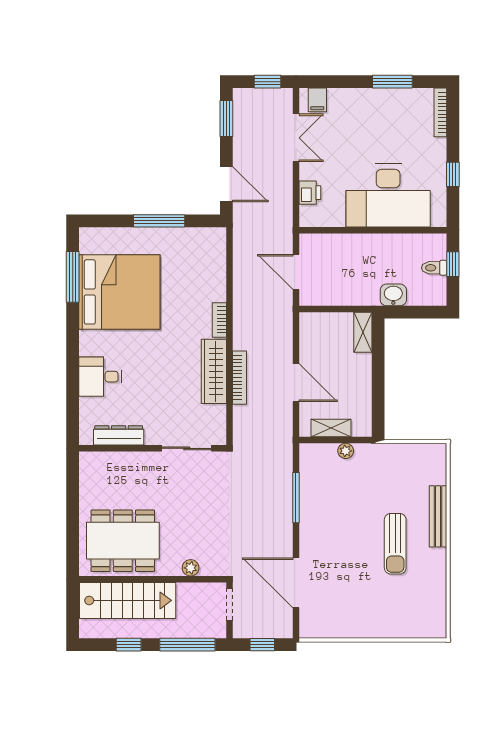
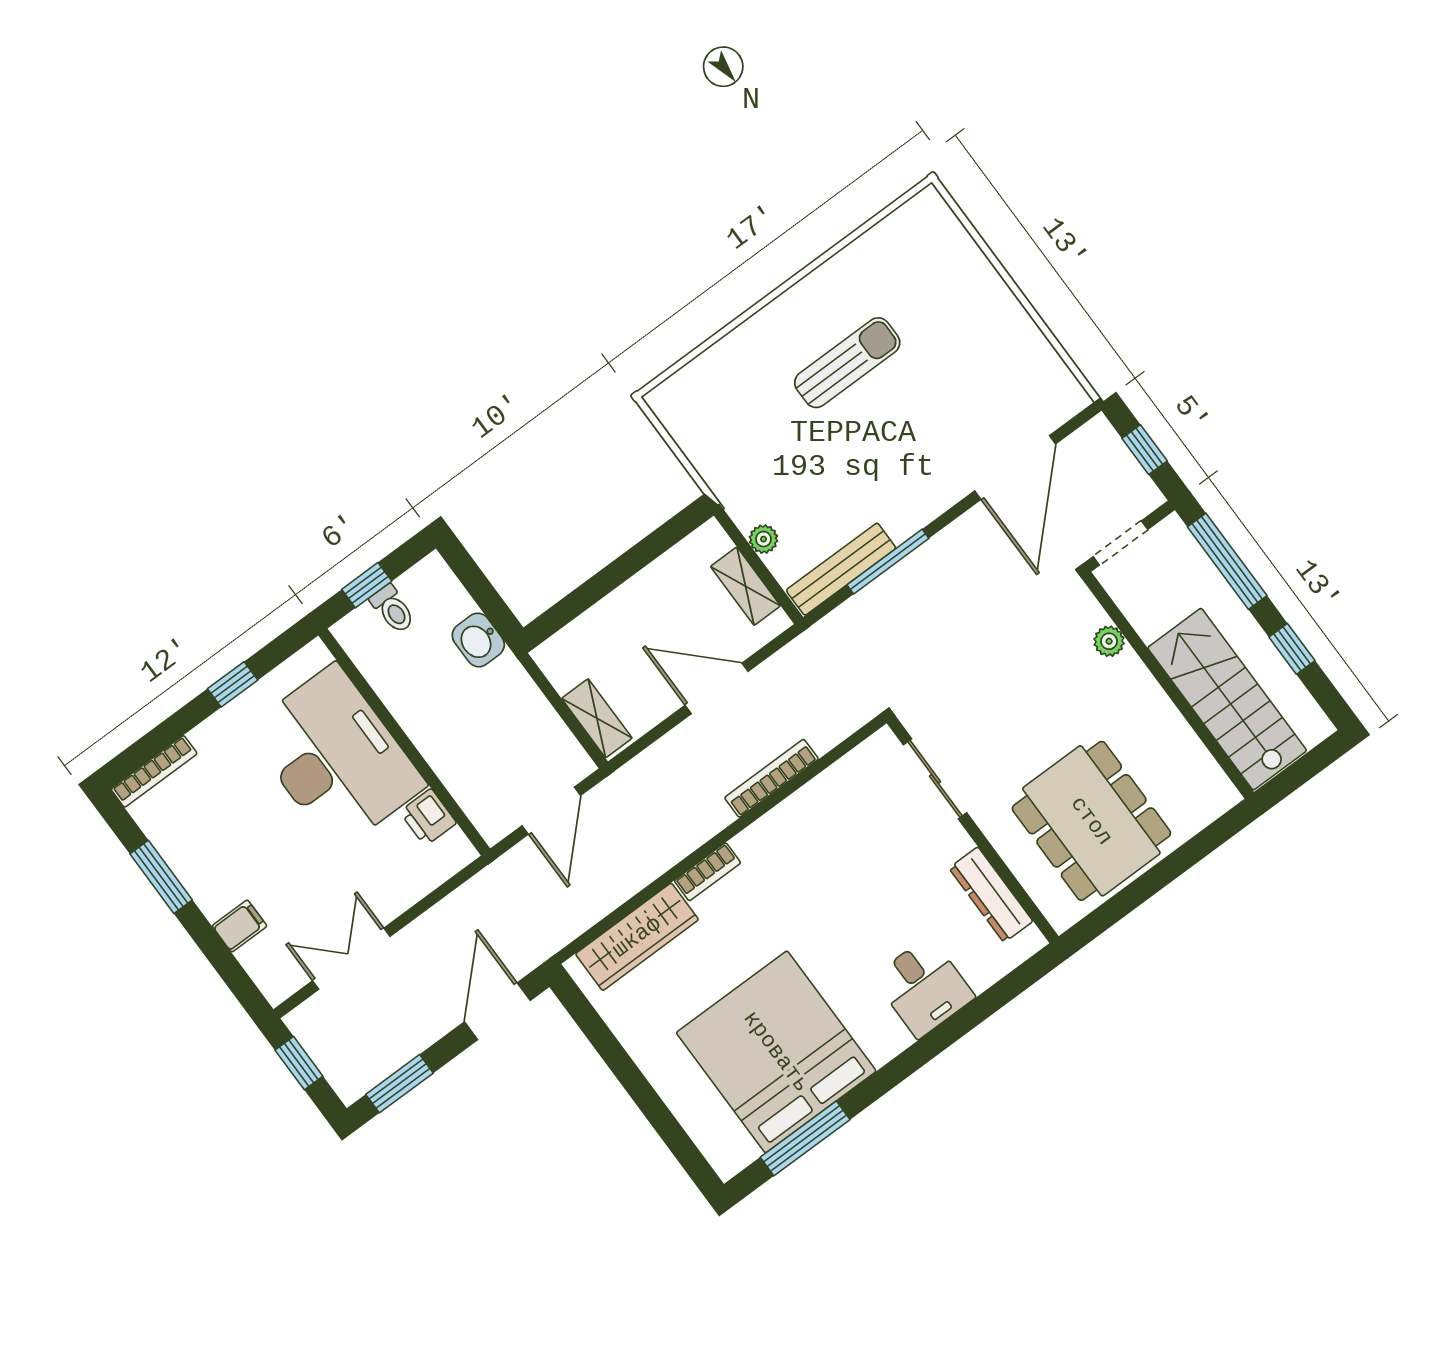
filing cabinet: (317, 100) -> (240, 926), moved
printer: (310, 193) -> (428, 817), moved, turned -90
window: (159, 221) -> (626, 1071), removed
shelving: (363, 332) -> (597, 718), moved, turned 90
wardrobe: (214, 371) -> (637, 937), moved
door: (296, 383) -> (717, 688), hinge flipped
bench: (438, 516) -> (841, 569), moved
dining table: (123, 541) -> (1091, 821), moved

